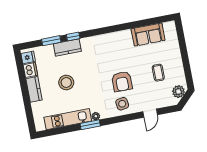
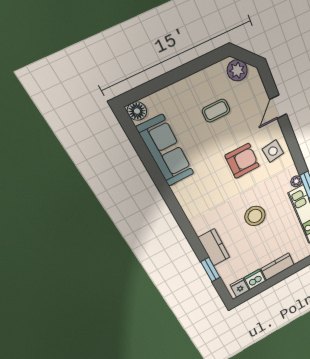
floor lamp: (170, 27) -> (137, 111), added
sofa: (148, 35) -> (166, 151), width x1.36
window: (73, 36) -> (197, 245), removed
stool: (66, 82) -> (255, 216), moved
door: (150, 113) -> (278, 107), swing flipped

